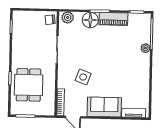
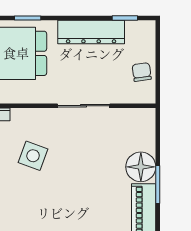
plant: (68, 17) -> (144, 124), removed
chair: (50, 20) -> (142, 72), moved
dresser: (18, 45) -> (91, 32), added

